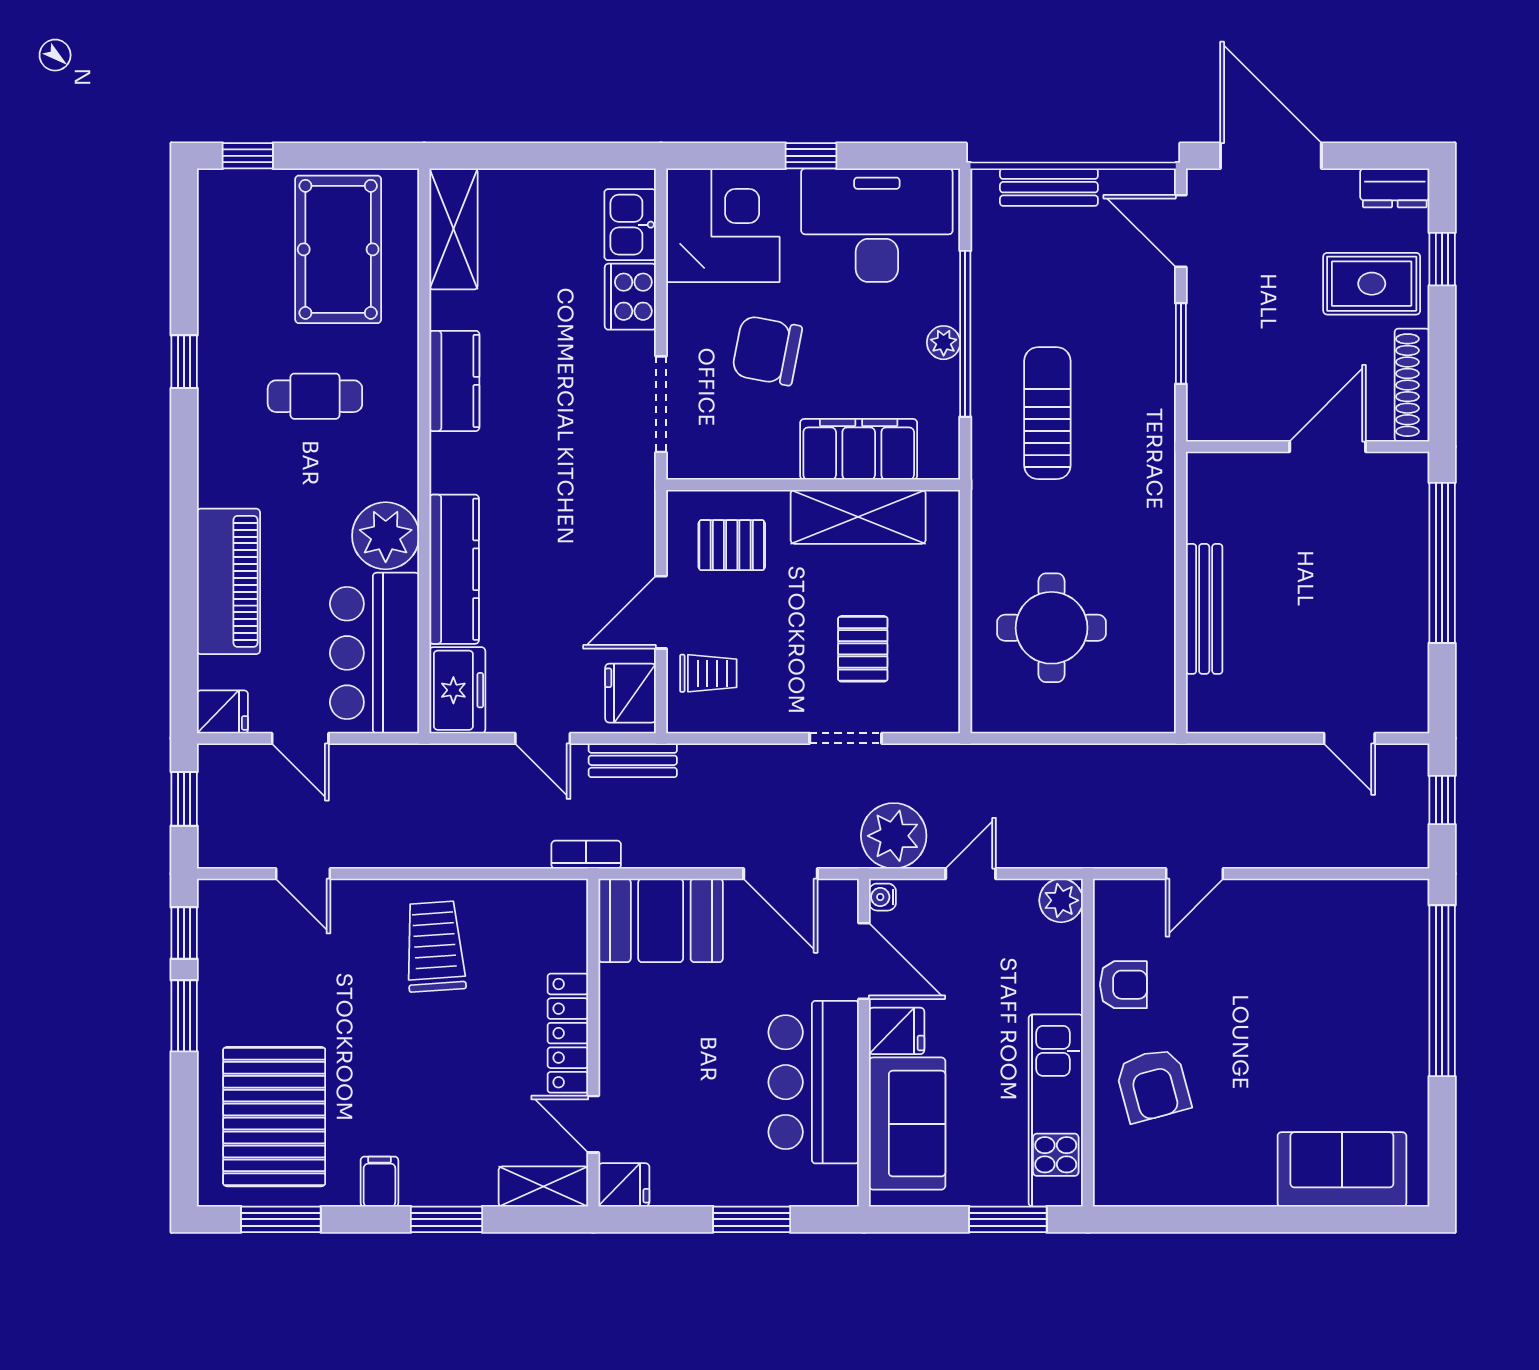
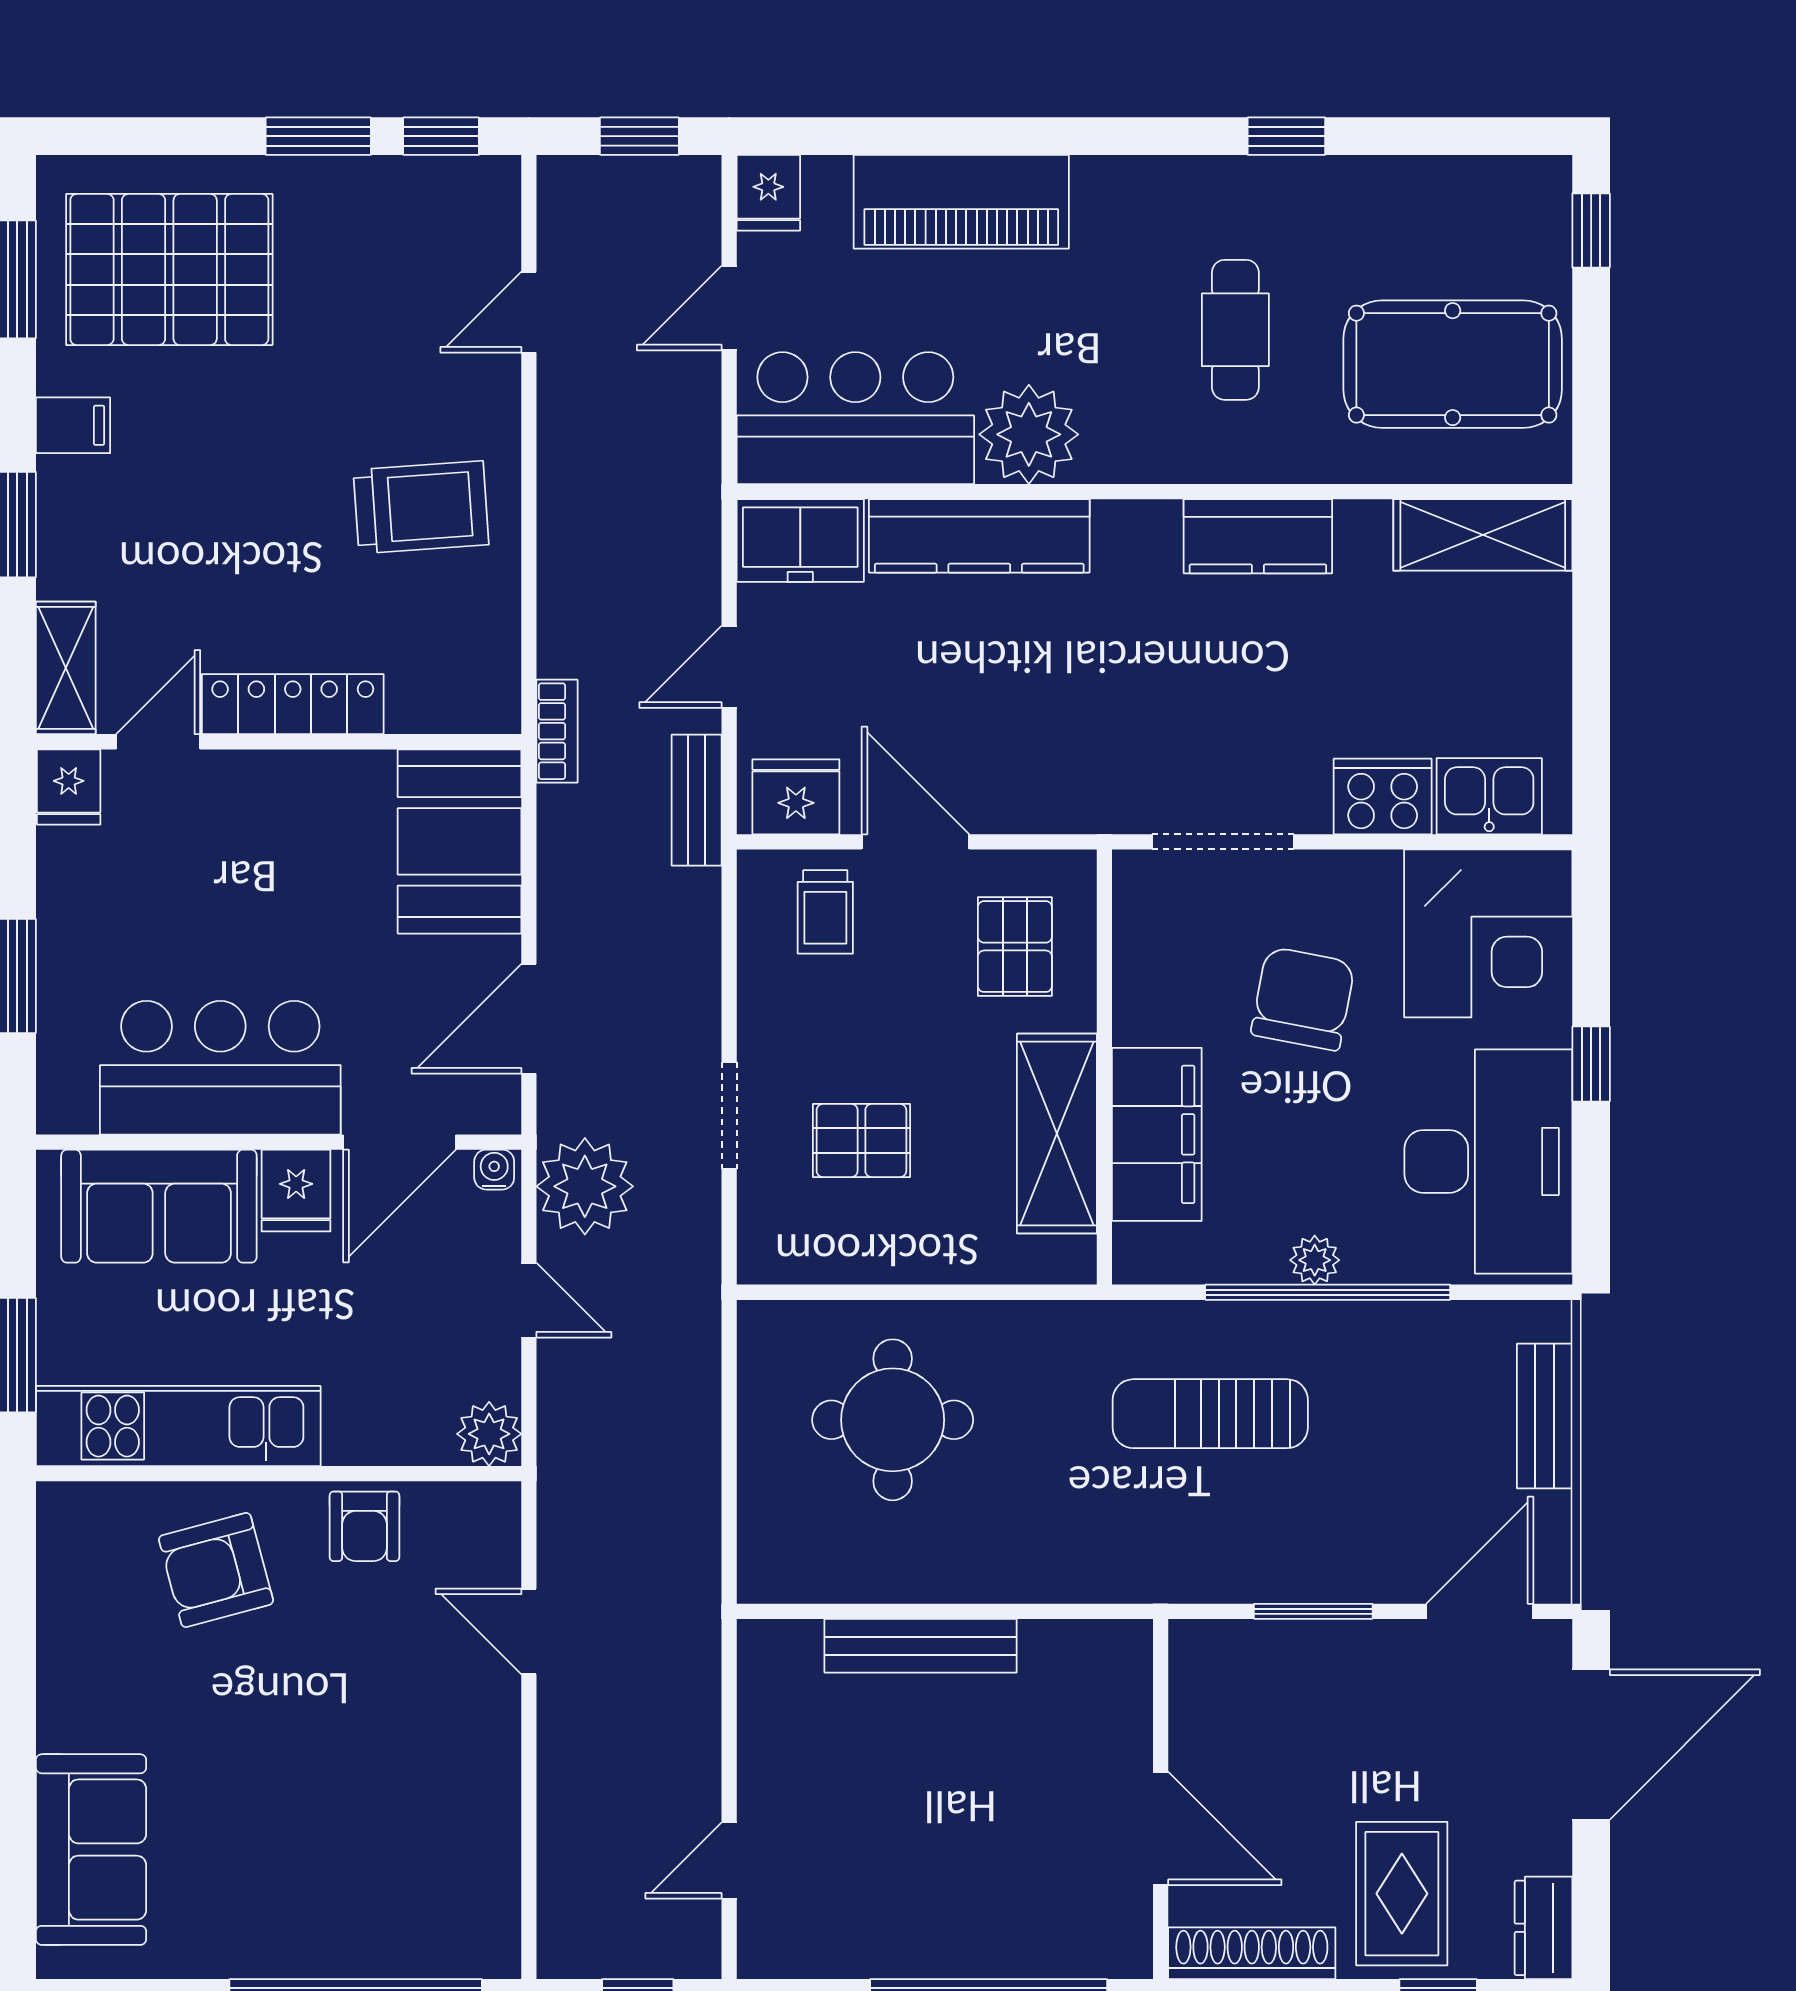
sun lounger: (1047, 413) -> (1210, 1414), turned 180

